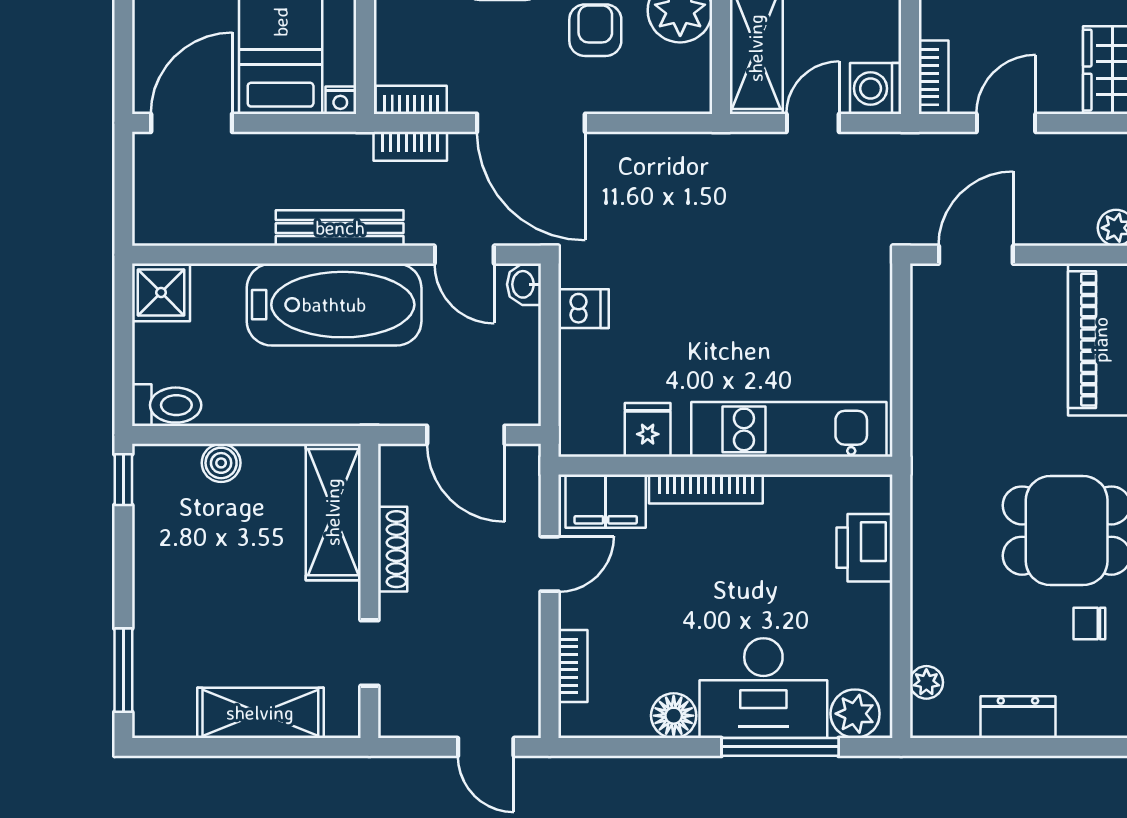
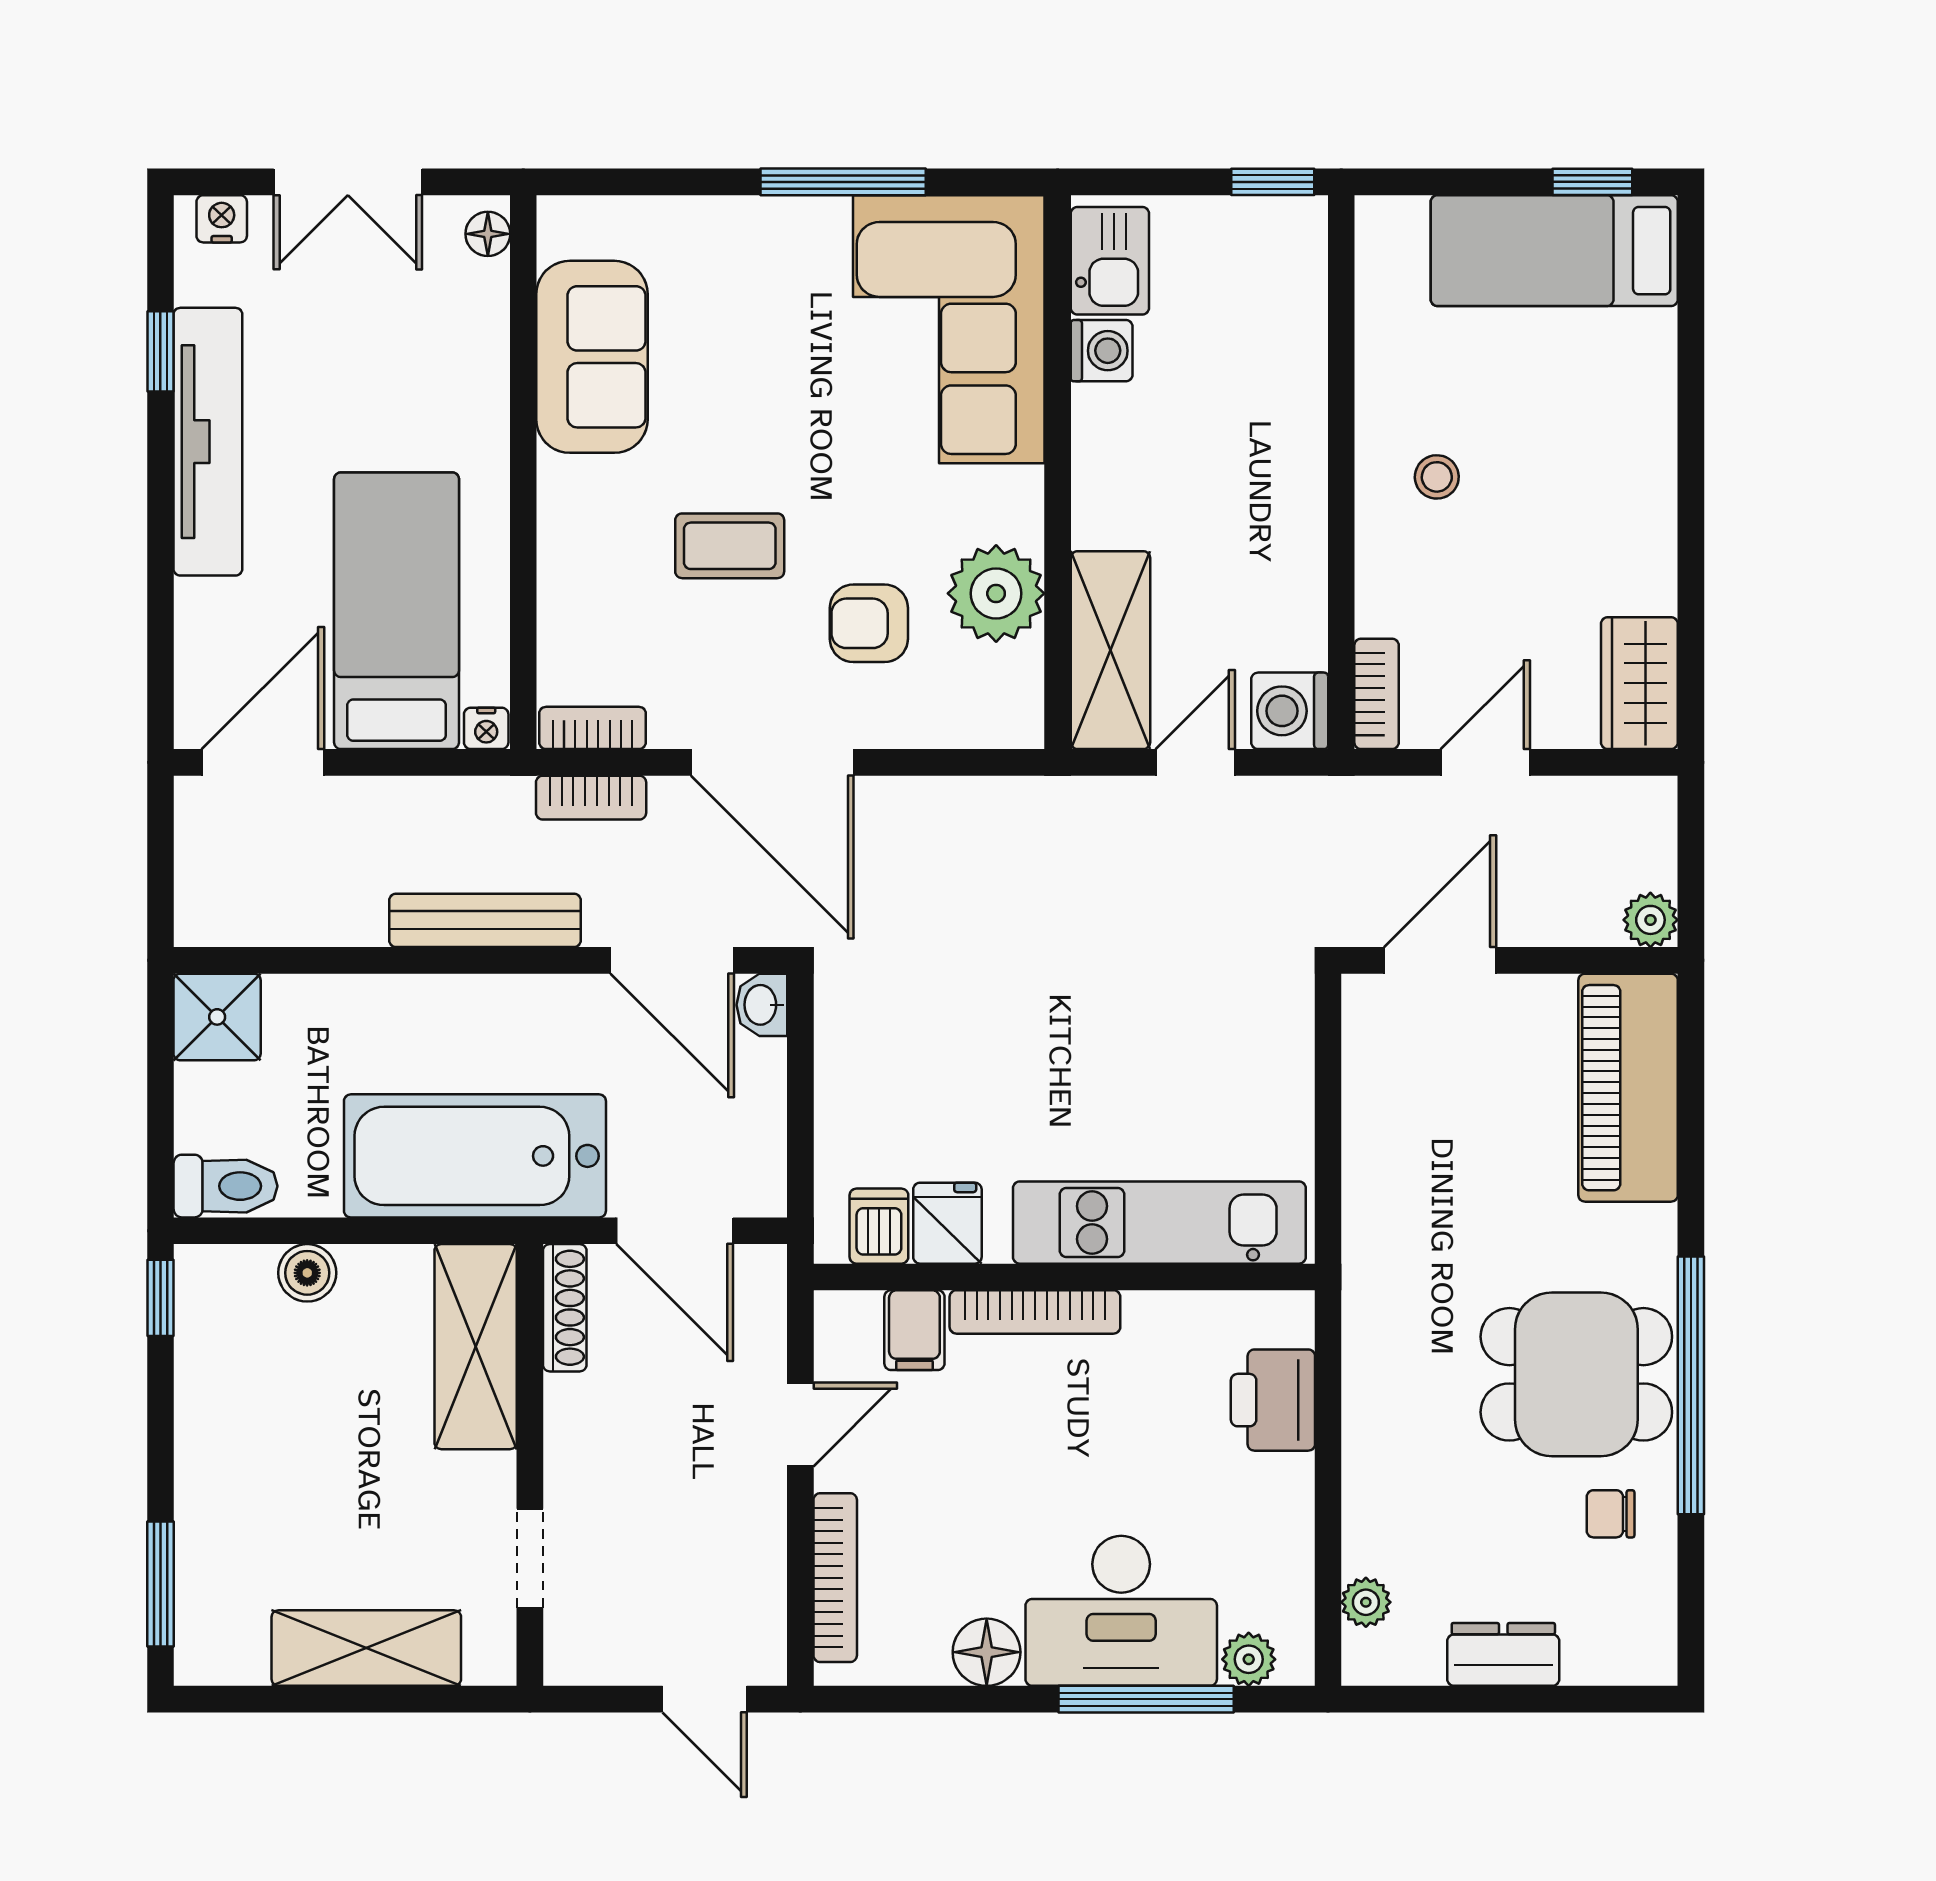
armchair: (595, 30) -> (869, 623), turned -90
door: (464, 255) -> (672, 960), width x1.38
bathtub: (334, 305) -> (475, 1156), moved, turned 180
dishwasher: (583, 309) -> (879, 1226), moved, turned -90
filing cabinet: (606, 501) -> (914, 1330), width x0.50
shoe rack: (393, 549) -> (565, 1308), moved
bookcase: (573, 666) -> (835, 1578), width x1.56
plant: (855, 714) -> (1249, 1659), width x0.73, depth x0.73

